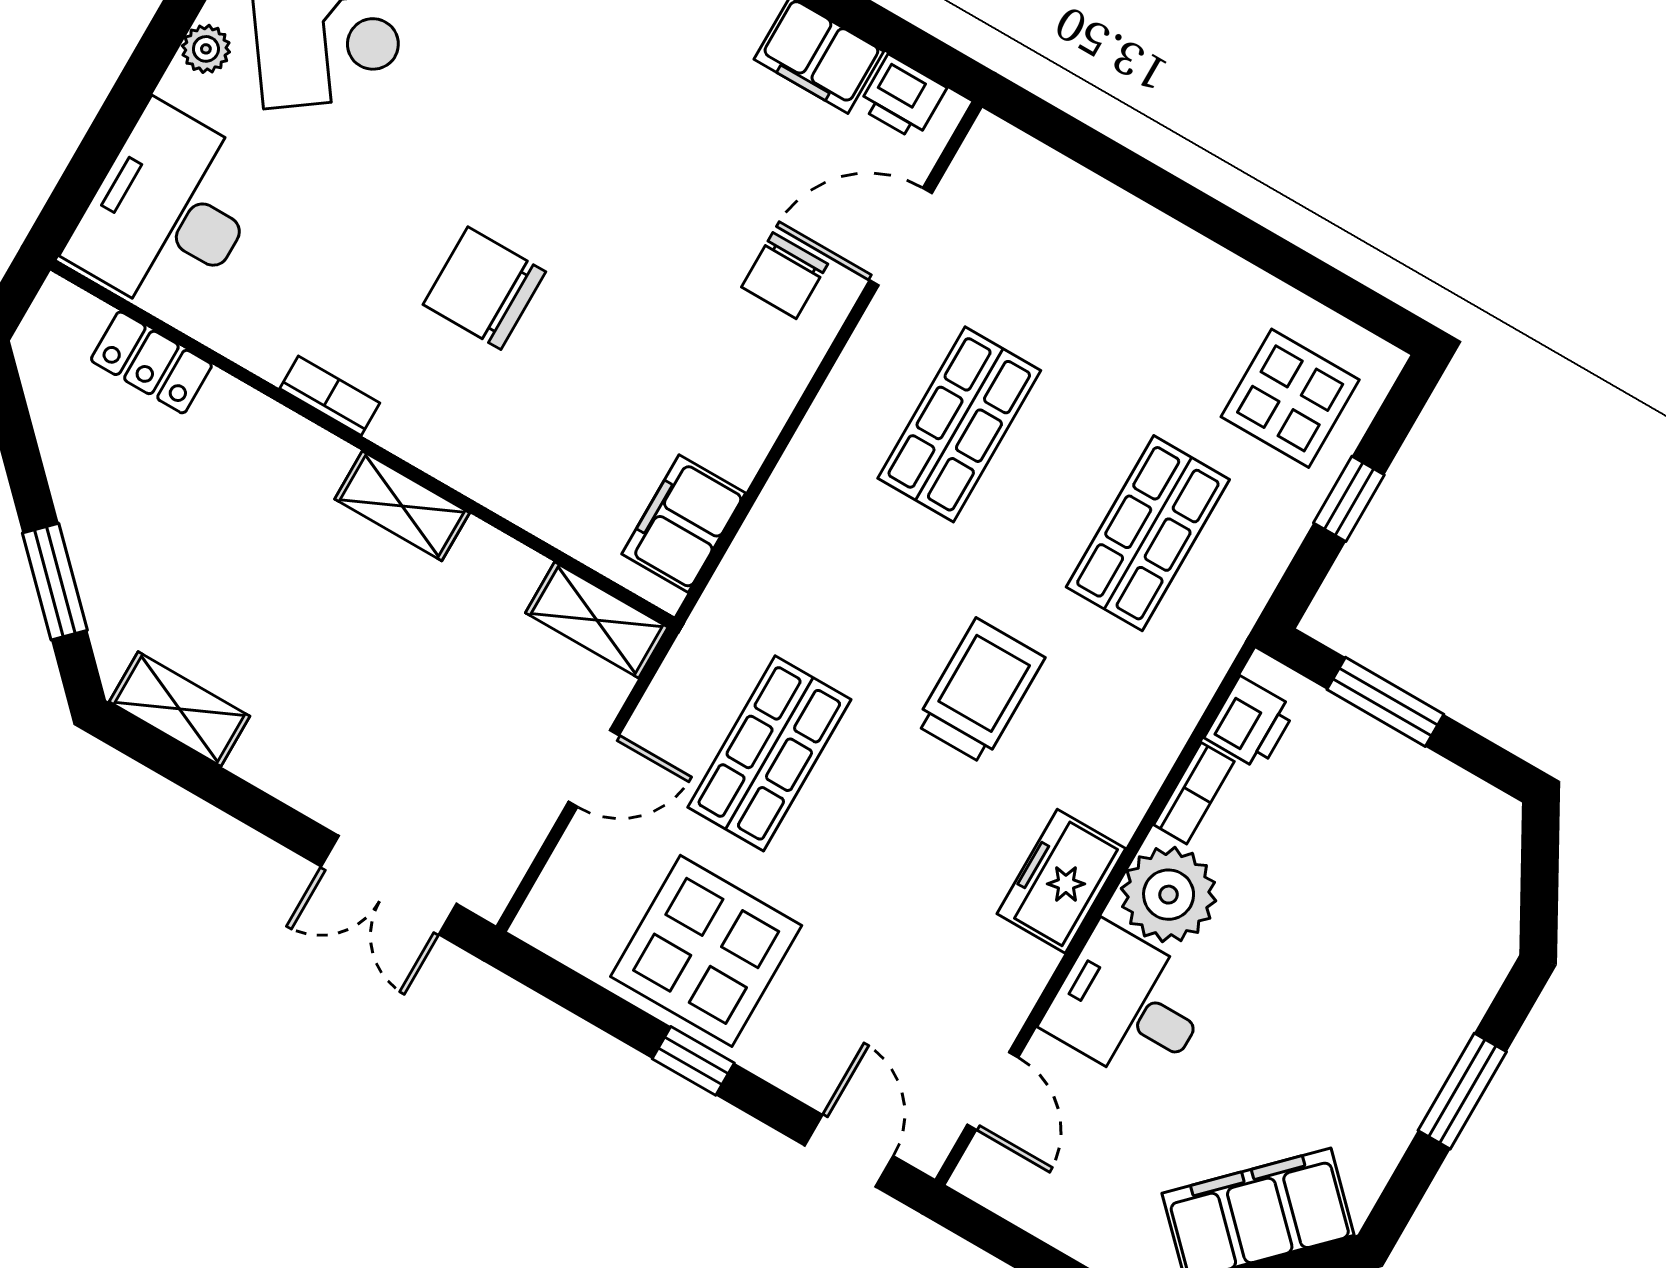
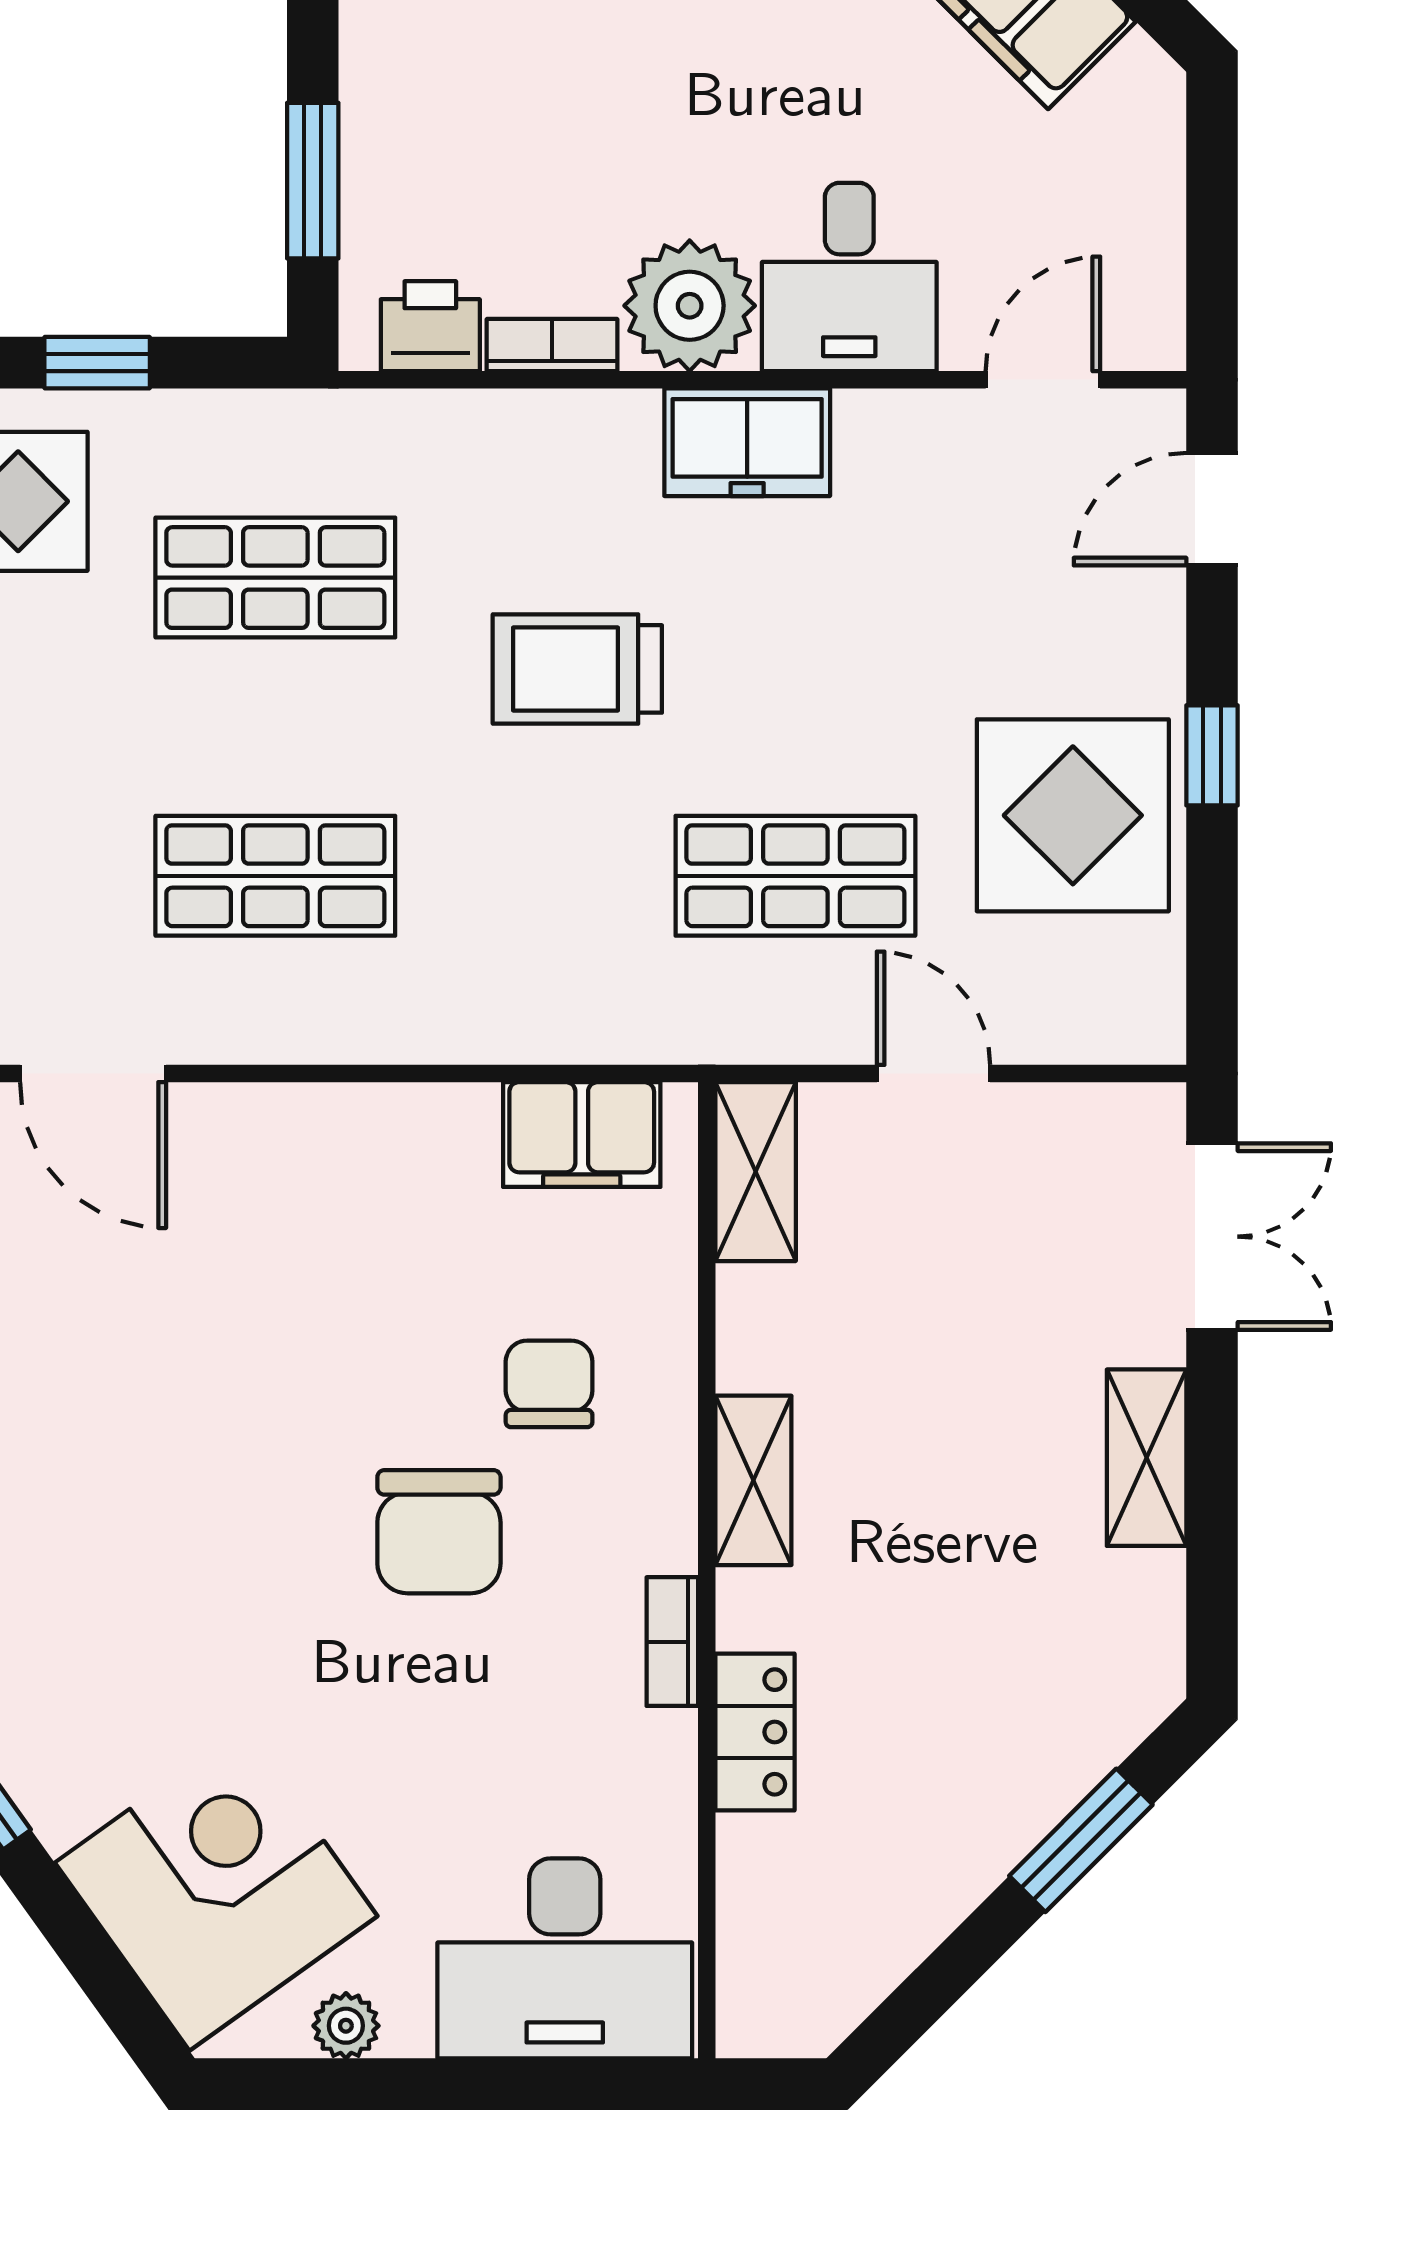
chair: (785, 276) -> (549, 1384), moved, turned -90
locker: (151, 362) -> (755, 1732), moved
shelving: (179, 709) -> (1147, 1458), moved

